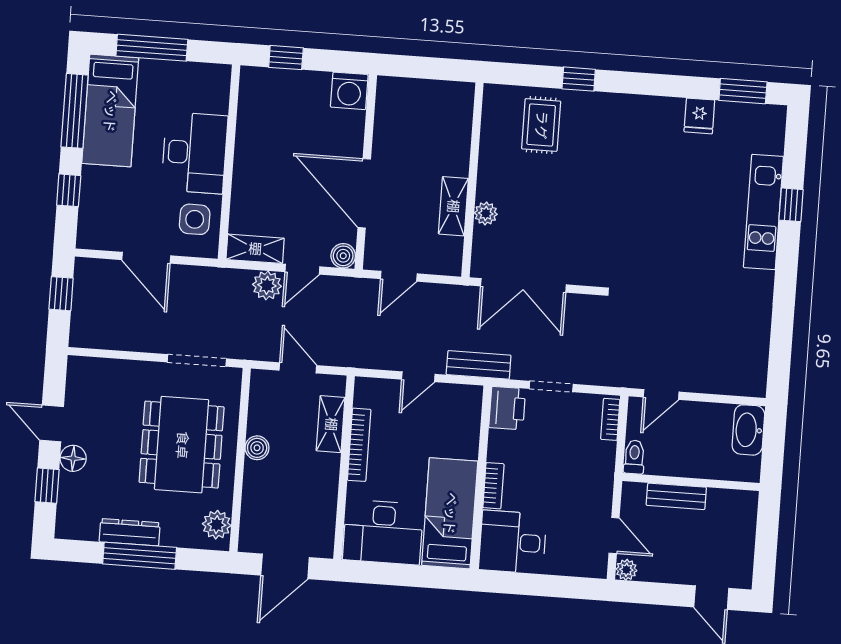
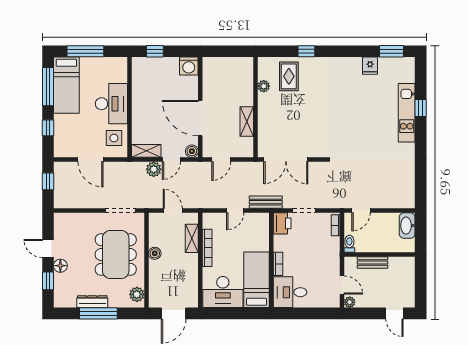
plant: (486, 213) -> (264, 86), moved

